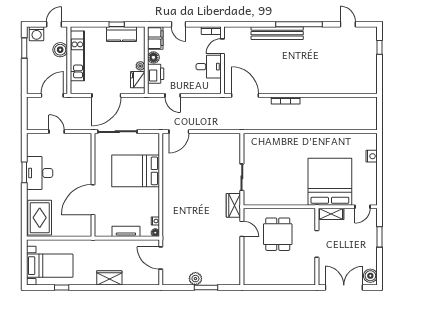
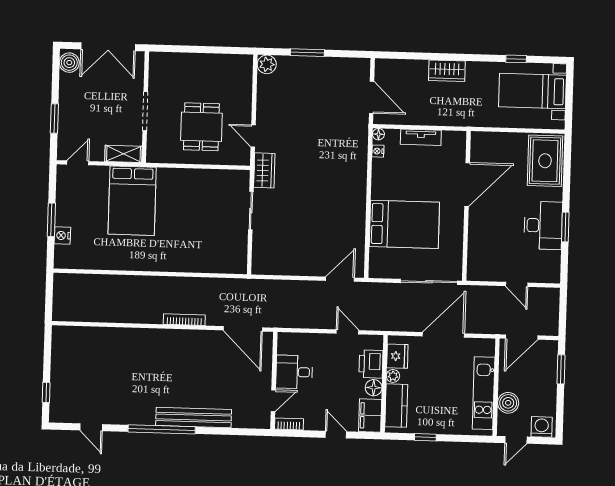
kitchen counter: (122, 34) -> (396, 406), moved, turned 90
window: (24, 48) -> (561, 369), moved
window: (380, 167) -> (51, 220), added
bed: (330, 182) -> (132, 201), width x0.73
plant: (195, 279) -> (267, 64), moved

